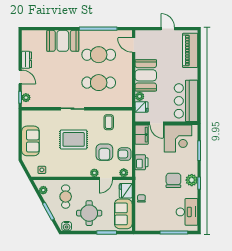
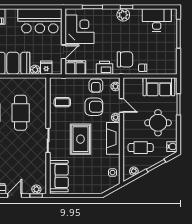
sofa: (30, 141) -> (59, 176), moved, turned 90
fireplace: (74, 171) -> (113, 138), added
chair: (173, 180) -> (125, 59), moved, turned 180
fridge: (126, 191) -> (134, 84), removed

